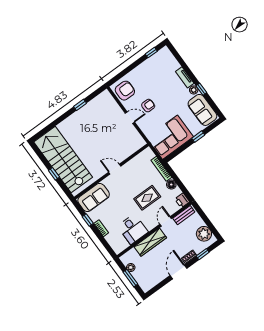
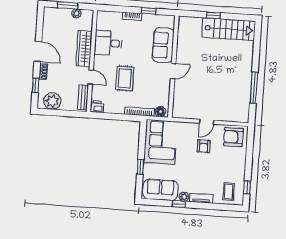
coffee table: (165, 63) -> (229, 192), added
armchair: (125, 91) -> (233, 137), turned 90
window: (80, 105) -> (254, 88), width x2.17
stairs: (63, 160) -> (229, 29), width x0.73, depth x0.66
floor lamp: (171, 185) -> (160, 112), moved
sofa: (94, 197) -> (163, 45), moved

